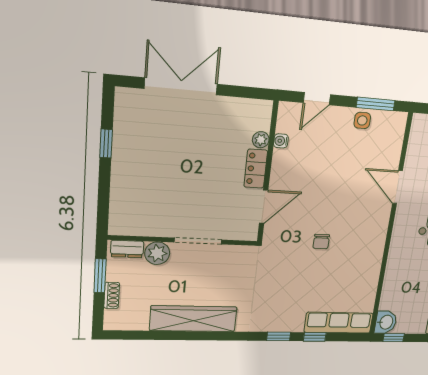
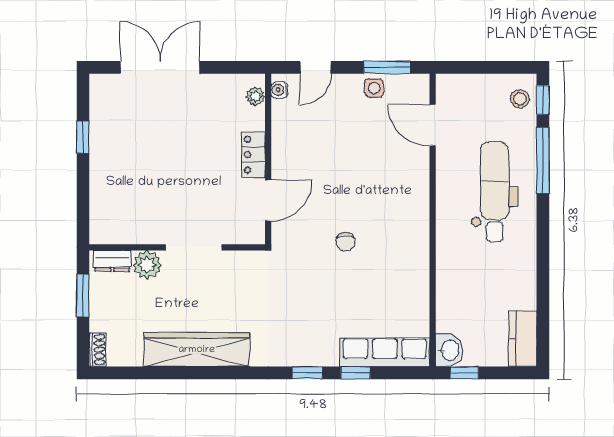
plant: (261, 140) -> (256, 96), moved
water cooler: (281, 141) -> (279, 90), moved
door: (397, 187) -> (433, 125), moved
shoe rack: (112, 295) -> (98, 350), moved

